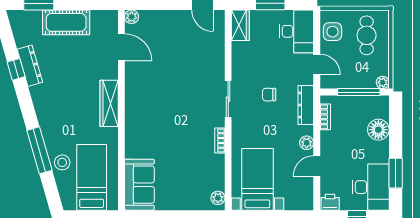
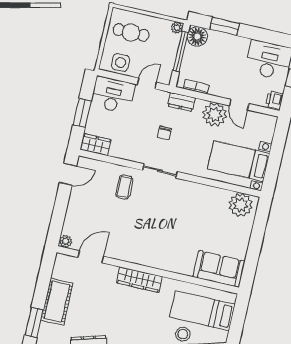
coffee table: (203, 66) -> (124, 187), added
dresser: (306, 105) -> (181, 102), width x0.70
floor lamp: (378, 130) -> (197, 36), moved
bookcase: (220, 141) -> (196, 187), removed
plant: (307, 143) -> (214, 114), width x1.88, depth x1.88
window: (396, 173) -> (224, 26), moved
plant: (218, 198) -> (241, 205), width x1.87, depth x1.87

